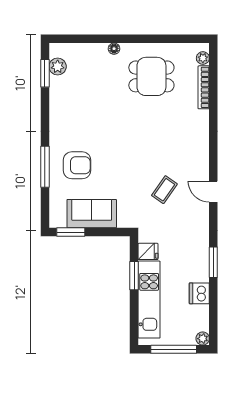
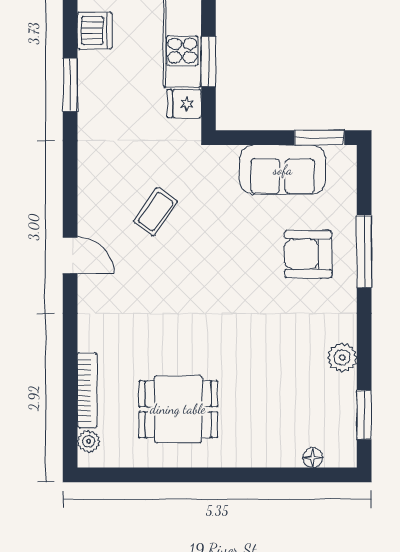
floor lamp: (114, 49) -> (313, 458), moved
plant: (58, 67) -> (342, 357), moved
door: (213, 192) -> (70, 255), moved

